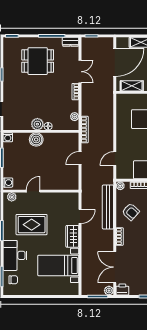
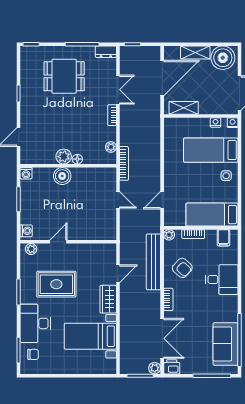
door: (80, 158) -> (118, 200), swing flipped
double door: (115, 267) -> (162, 338), swing flipped

